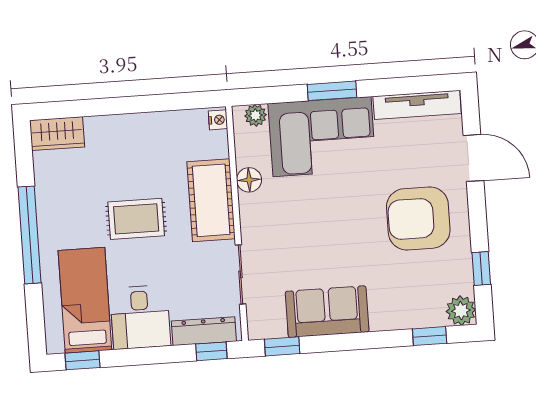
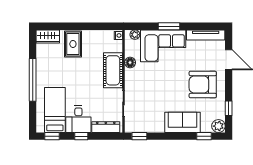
rug: (136, 219) -> (73, 44), moved, turned 90
sofa: (327, 312) -> (182, 122), moved
window: (211, 351) -> (81, 136), moved

